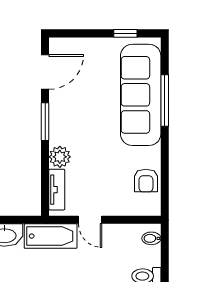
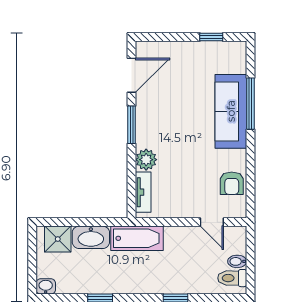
sofa: (141, 95) -> (231, 111), width x0.74, depth x0.79
door: (90, 220) -> (212, 222), moved
bidet: (151, 238) -> (237, 261), moved

